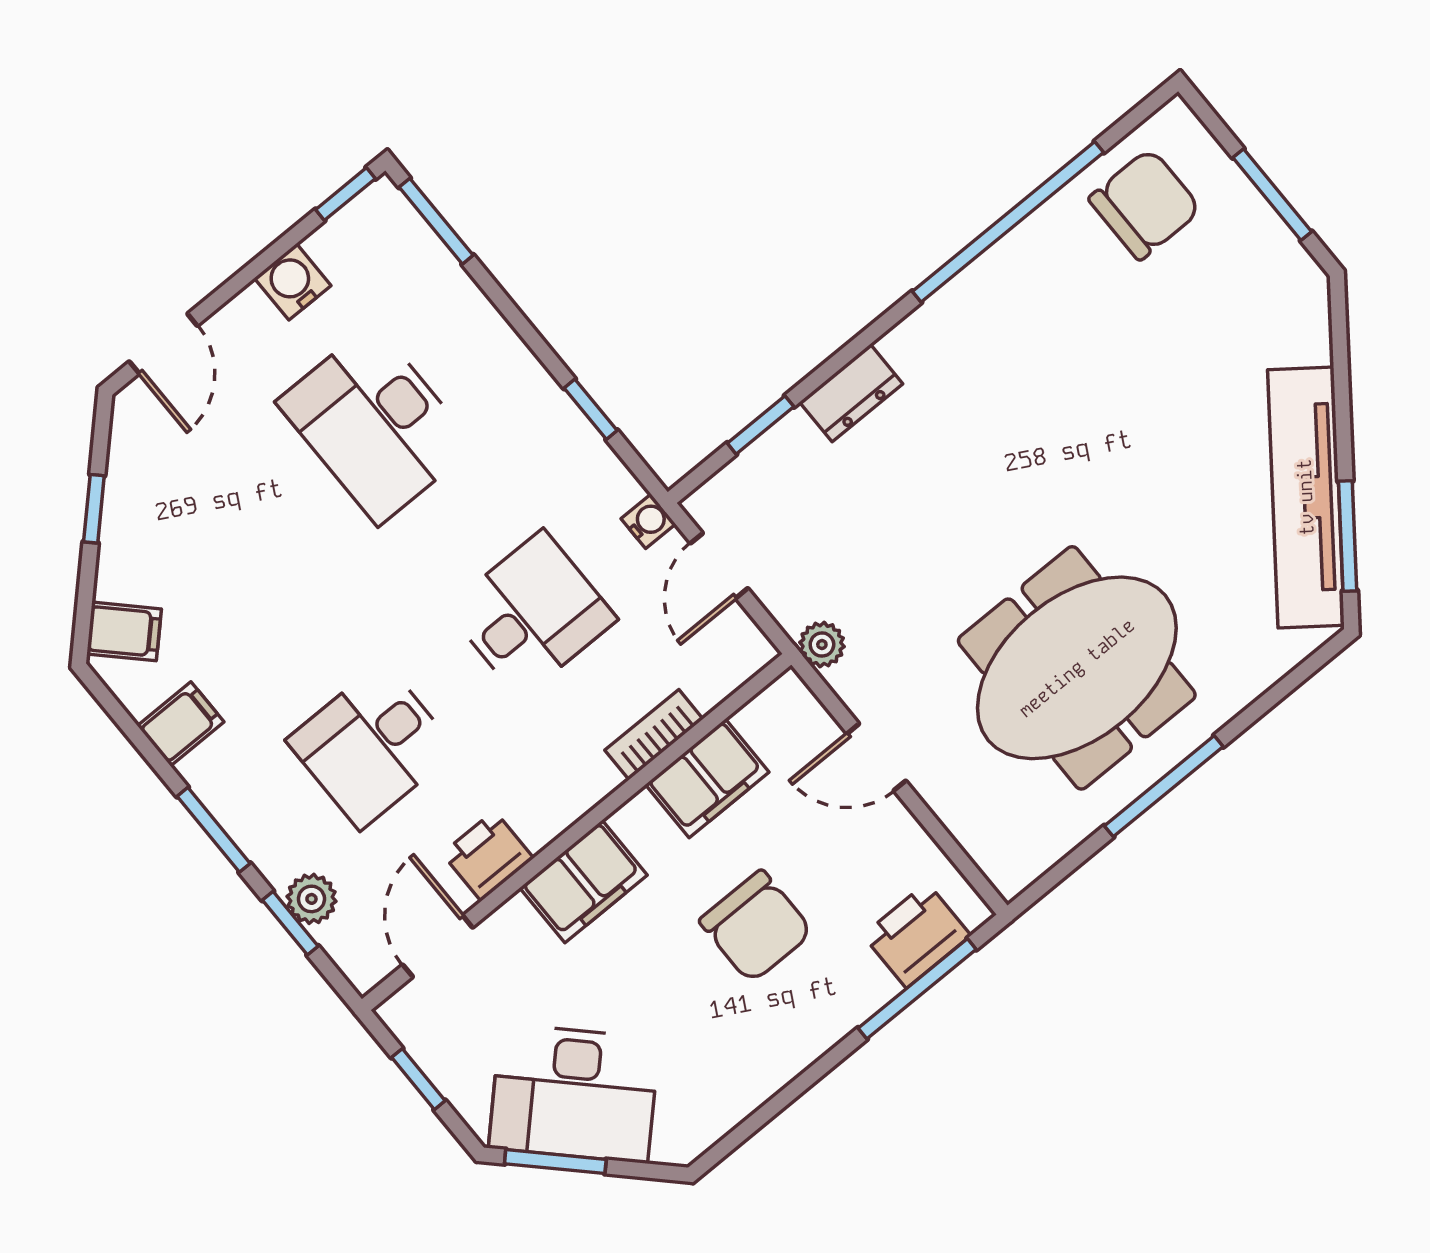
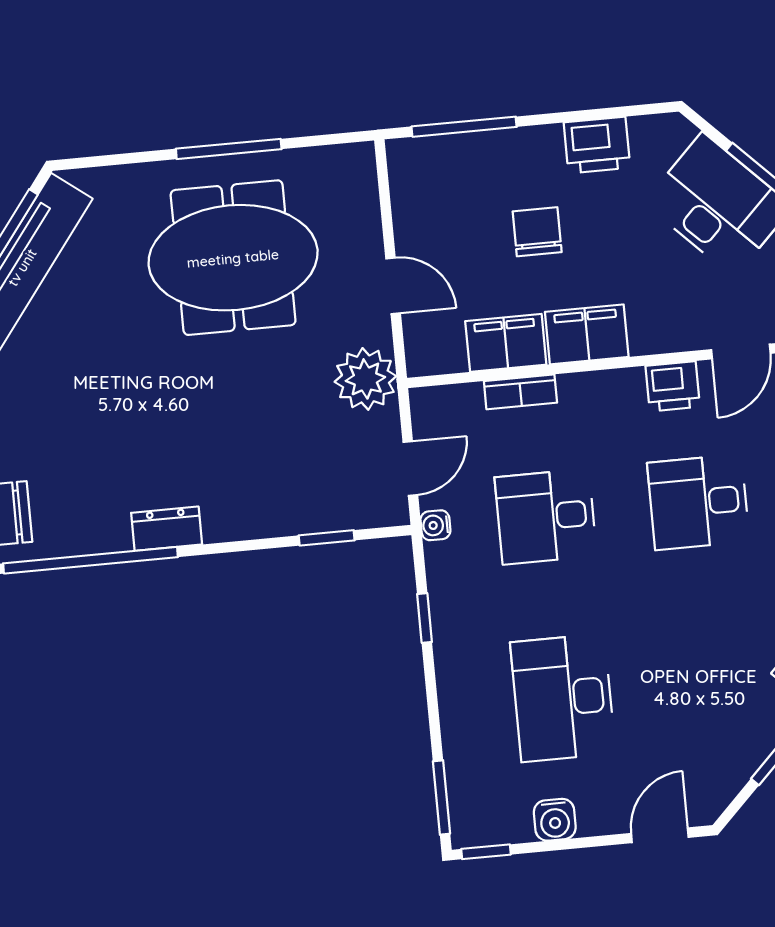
dresser: (851, 393) -> (167, 529), moved
desk: (376, 424) -> (563, 698), turned 180
plant: (822, 645) -> (365, 379), width x1.87, depth x1.87
desk: (372, 745) -> (698, 502), turned 180
filing cabinet: (583, 881) -> (587, 334), moved
chair: (756, 926) -> (537, 232), width x0.73, depth x0.73
printer: (917, 935) -> (597, 145), moved

